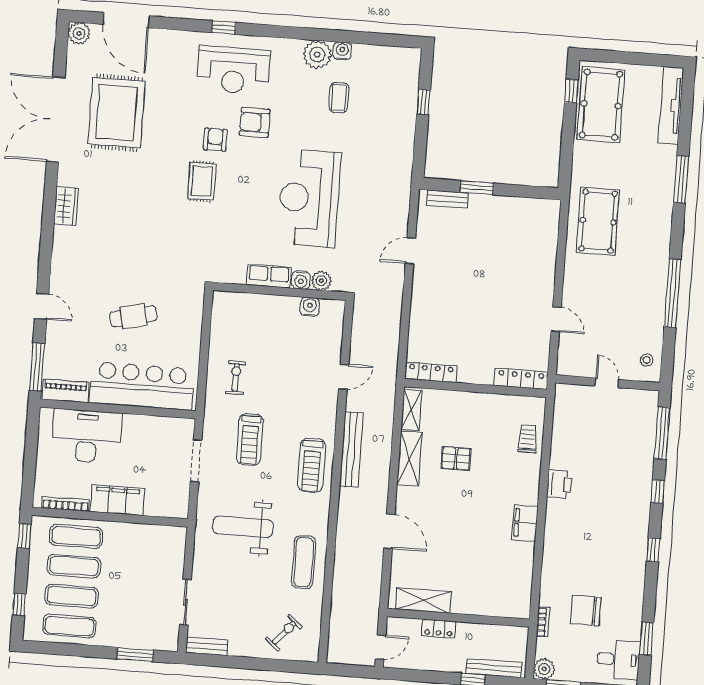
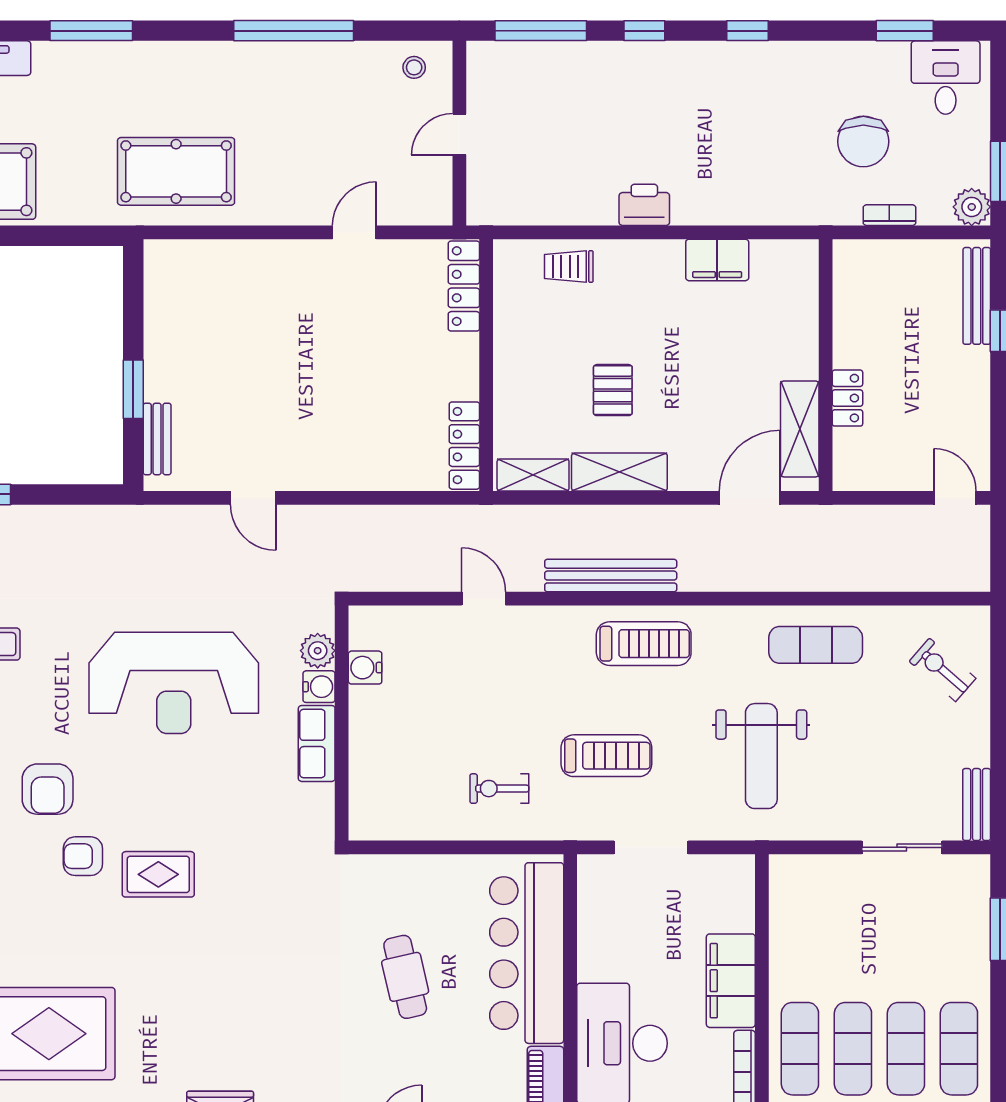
shelving: (423, 600) -> (800, 429), moved
wall: (458, 618) -> (826, 365), moved
locker: (439, 629) -> (847, 398), moved

